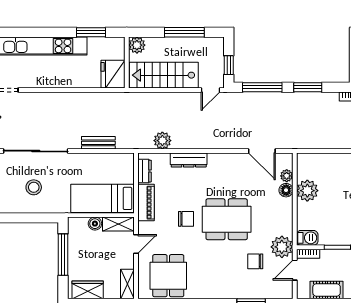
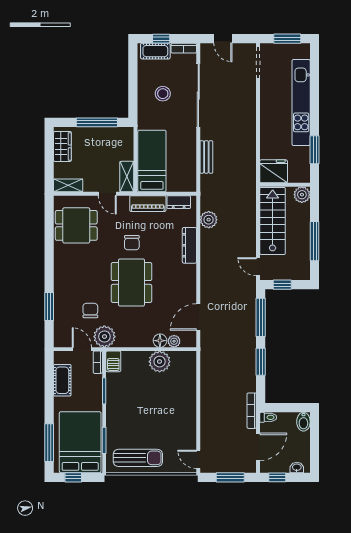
boiler: (95, 224) -> (127, 154), removed

